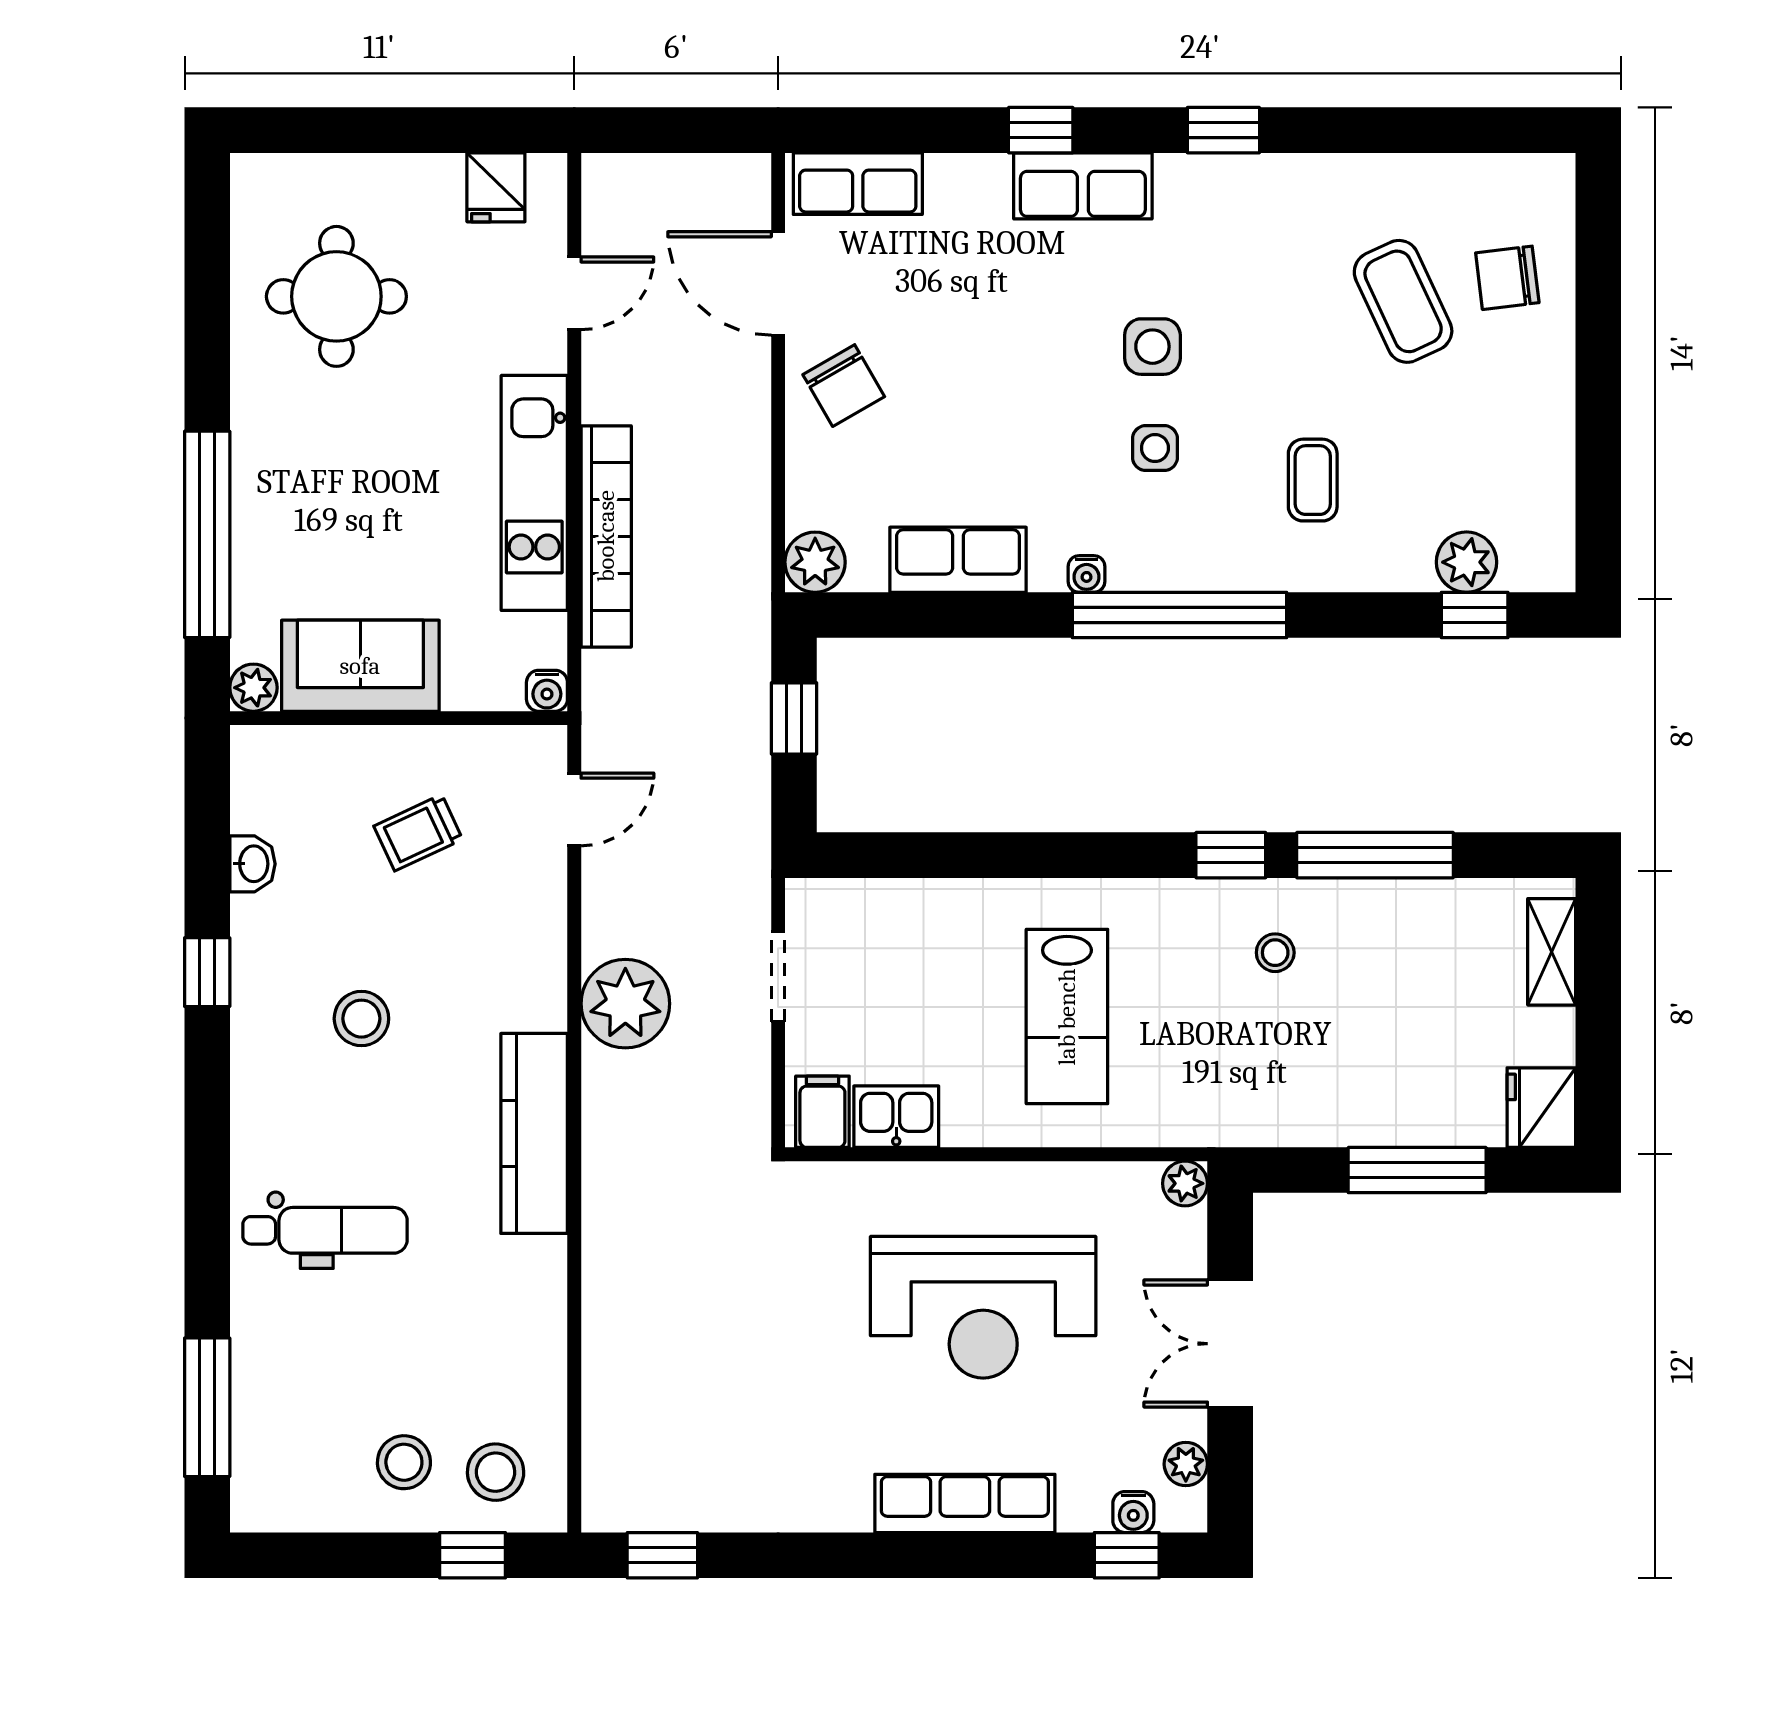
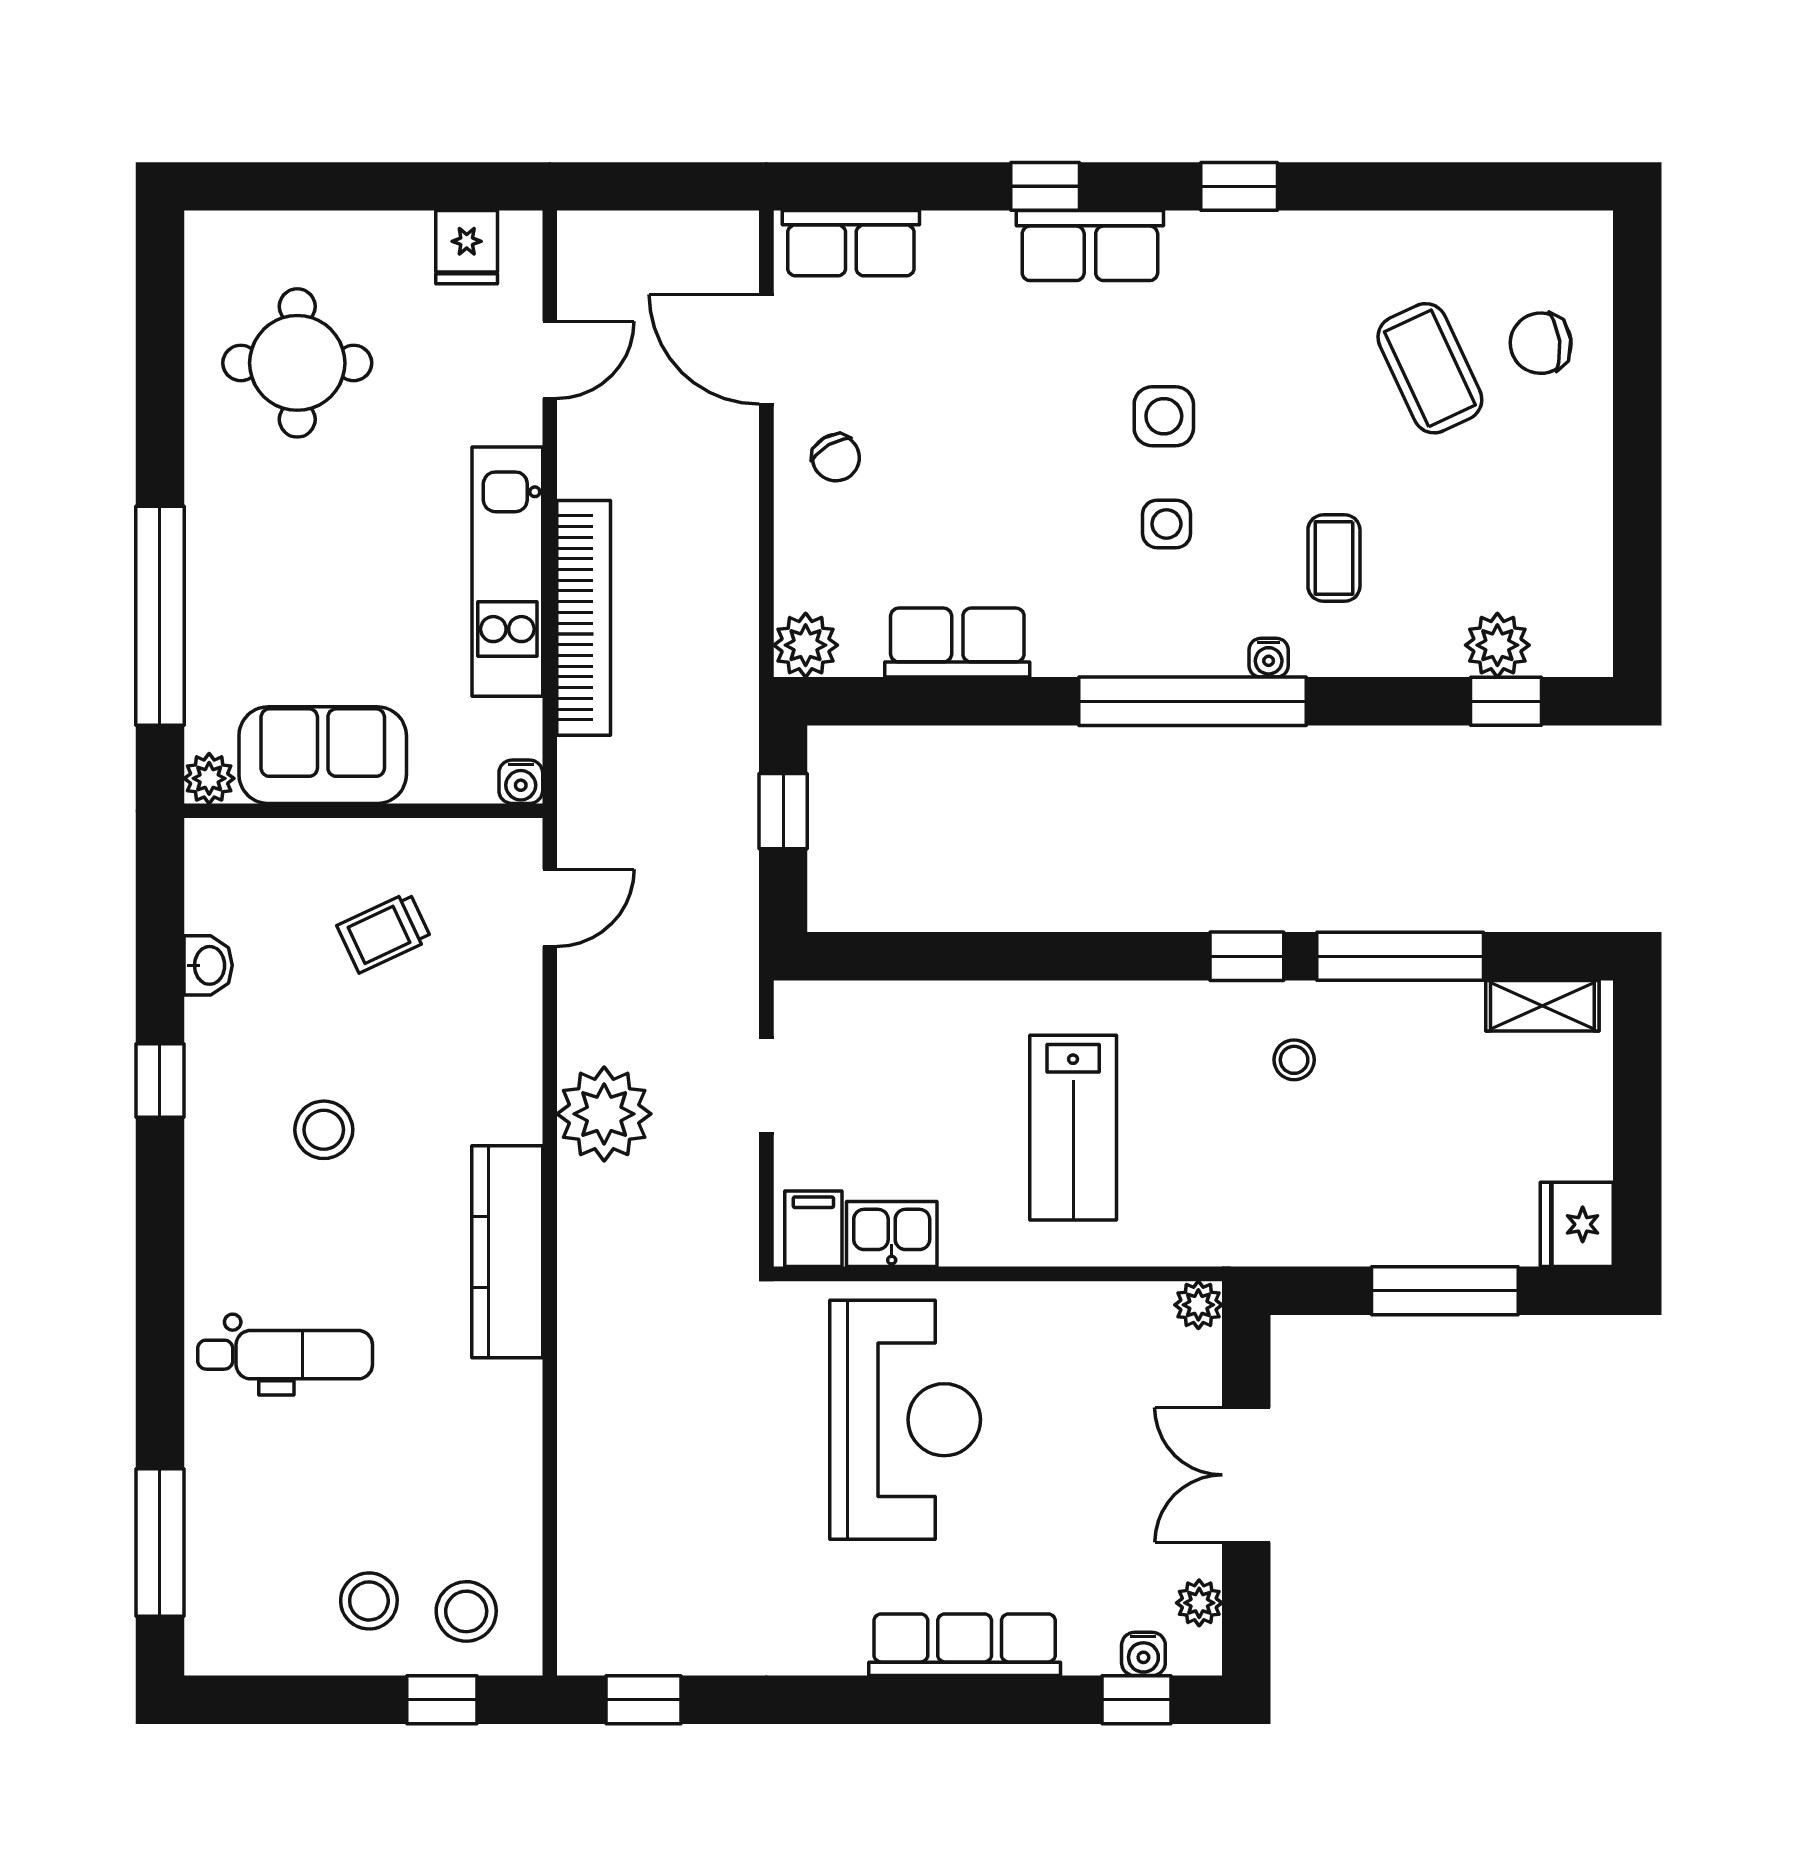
chair: (844, 386) -> (836, 458), width x0.73, depth x0.73
water cooler: (1087, 574) -> (1269, 658), moved
shelving: (1552, 952) -> (1542, 1006), moved, turned 90
reception desk: (983, 1307) -> (905, 1420), moved, turned -90

